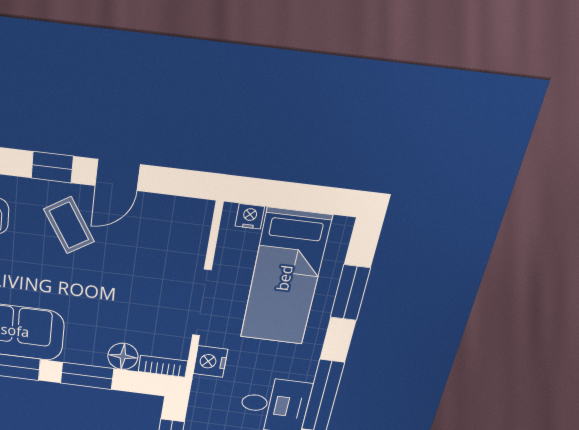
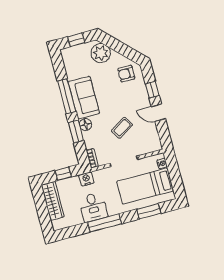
coffee table: (69, 225) -> (122, 128), moved
floor lamp: (123, 356) -> (86, 125), moved
nightstand: (210, 362) -> (86, 179), moved

